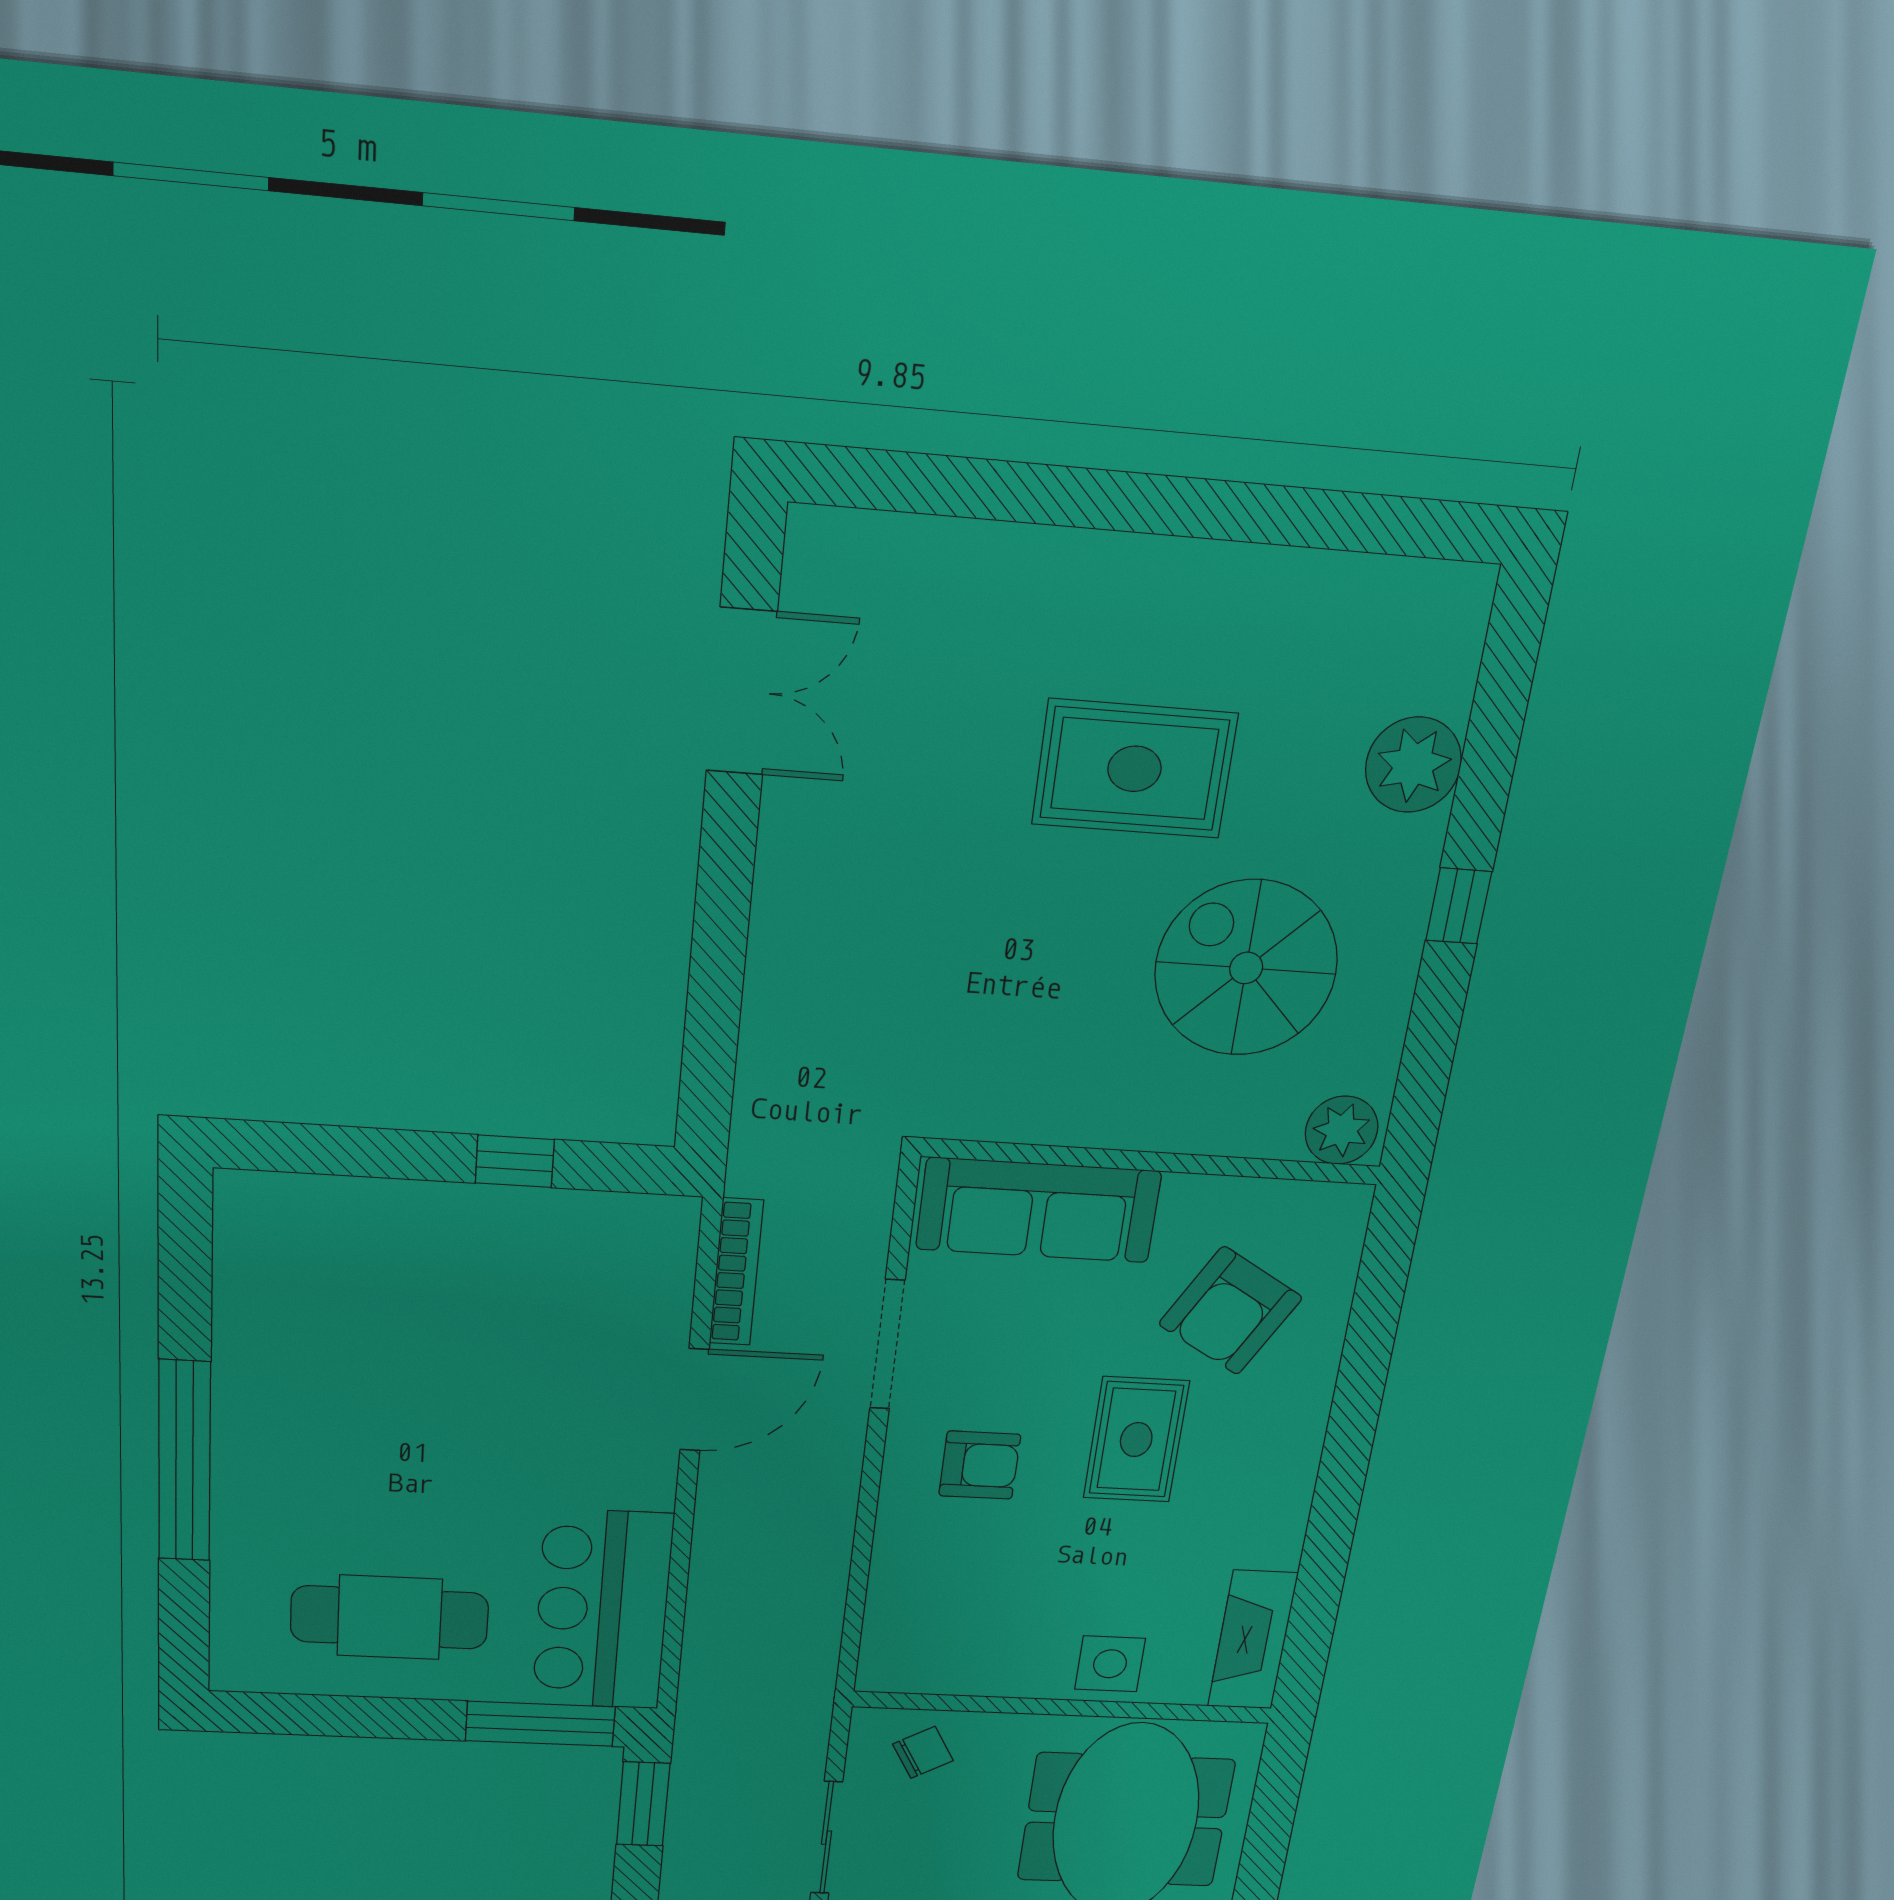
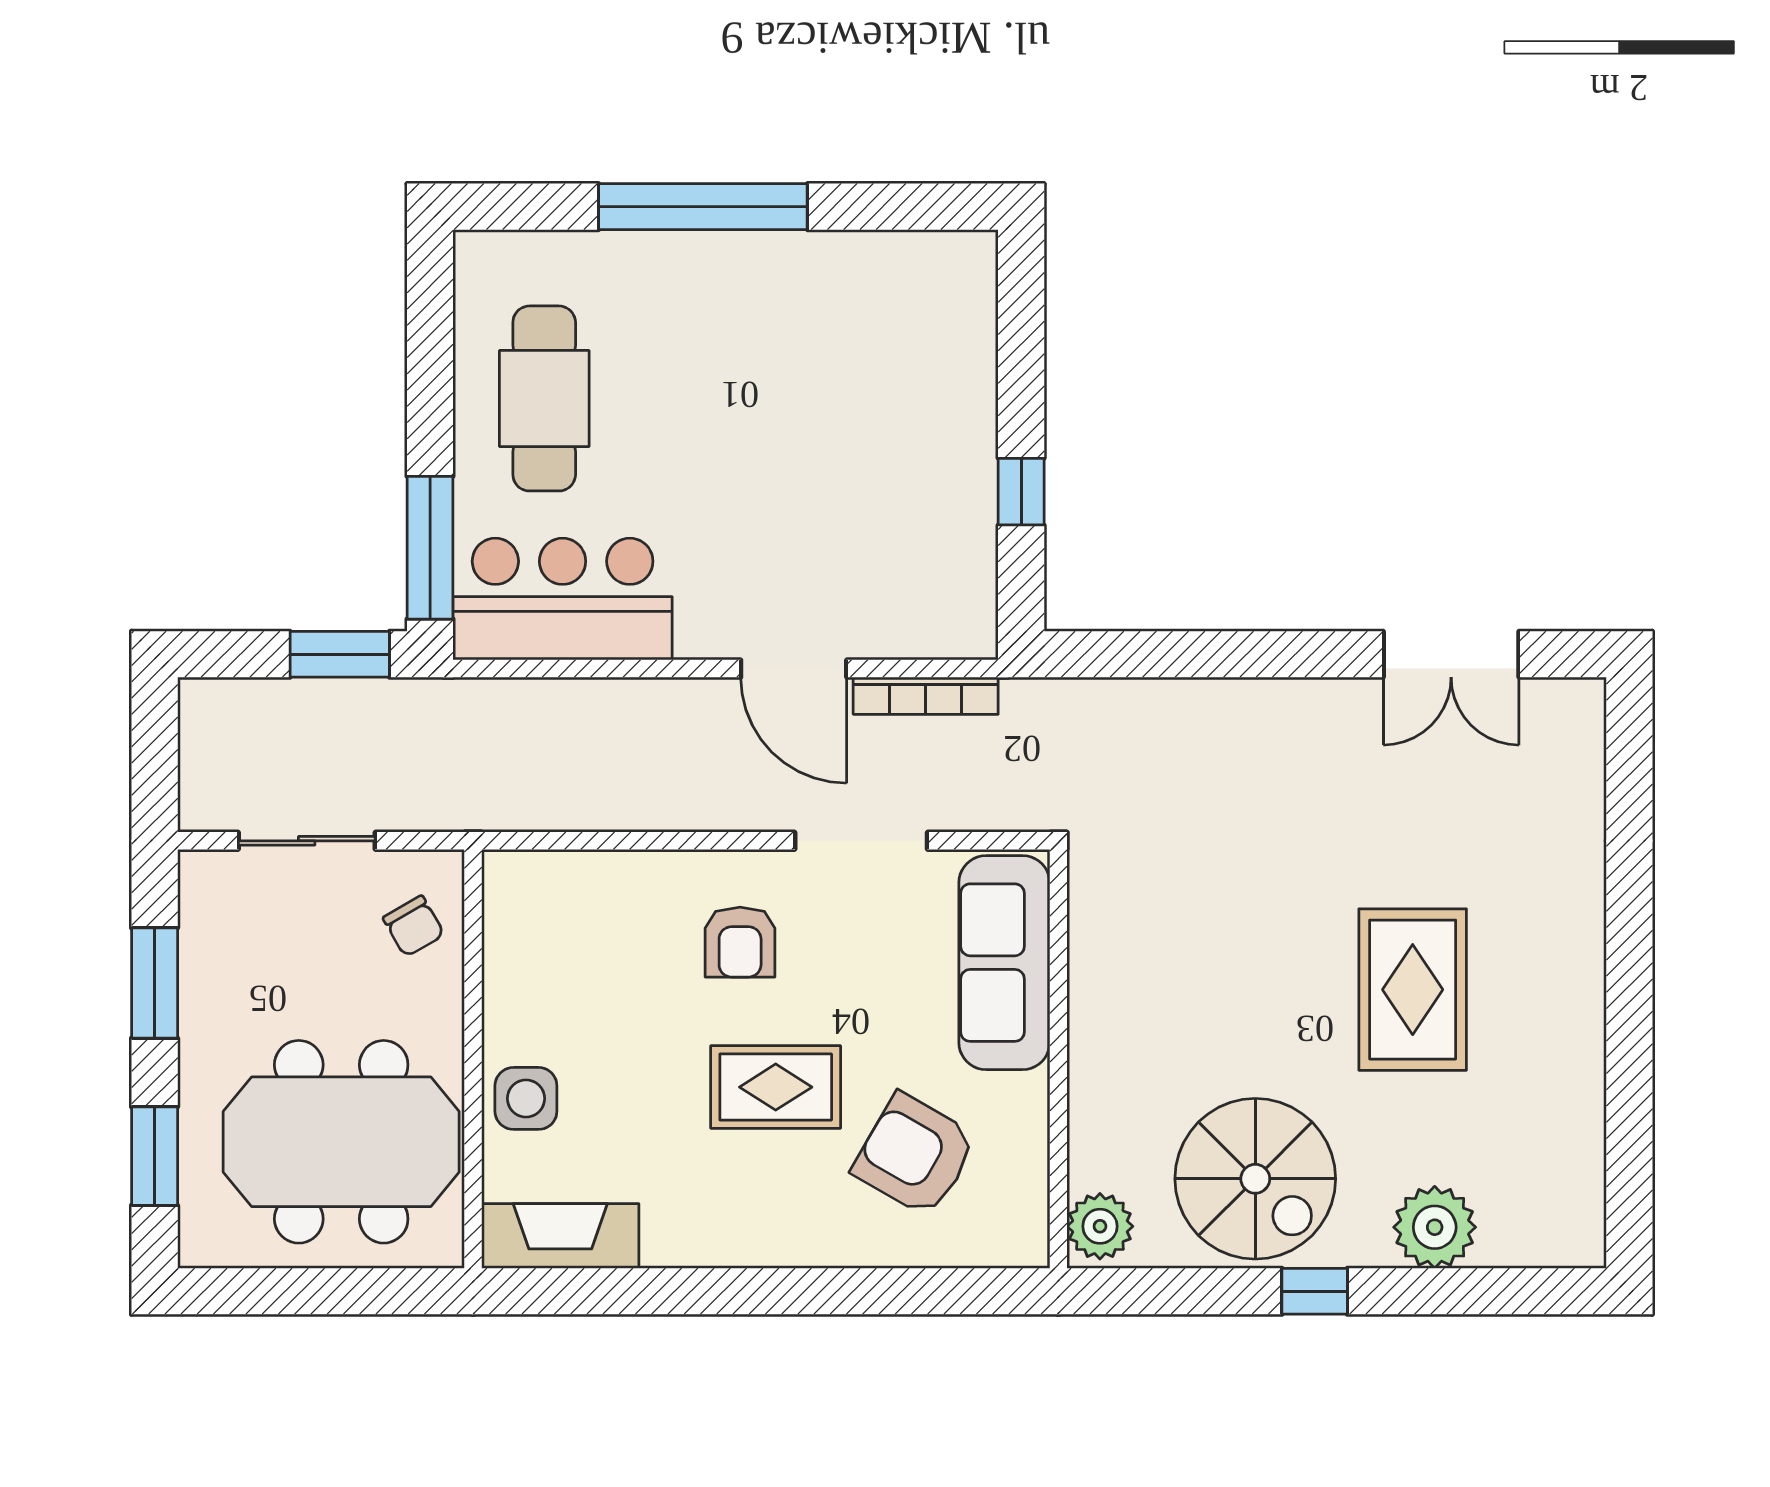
spiral stairs: (1246, 968) -> (1255, 1179), moved, turned 90

